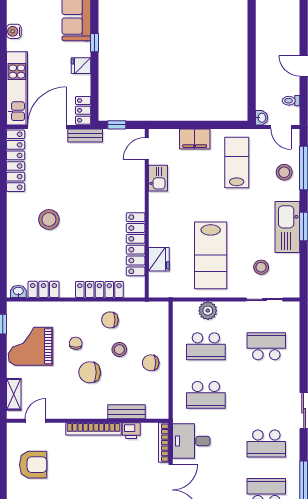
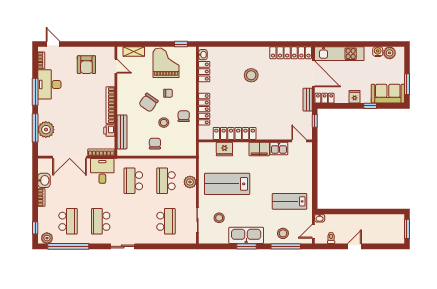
plant: (16, 14) -> (390, 53), added
filing cabinet: (195, 139) -> (259, 149), moved, turned -90
lab bench: (237, 163) -> (289, 201), turned 180
chair: (90, 372) -> (148, 103), turned -145
bench: (127, 412) -> (122, 132), width x1.36

